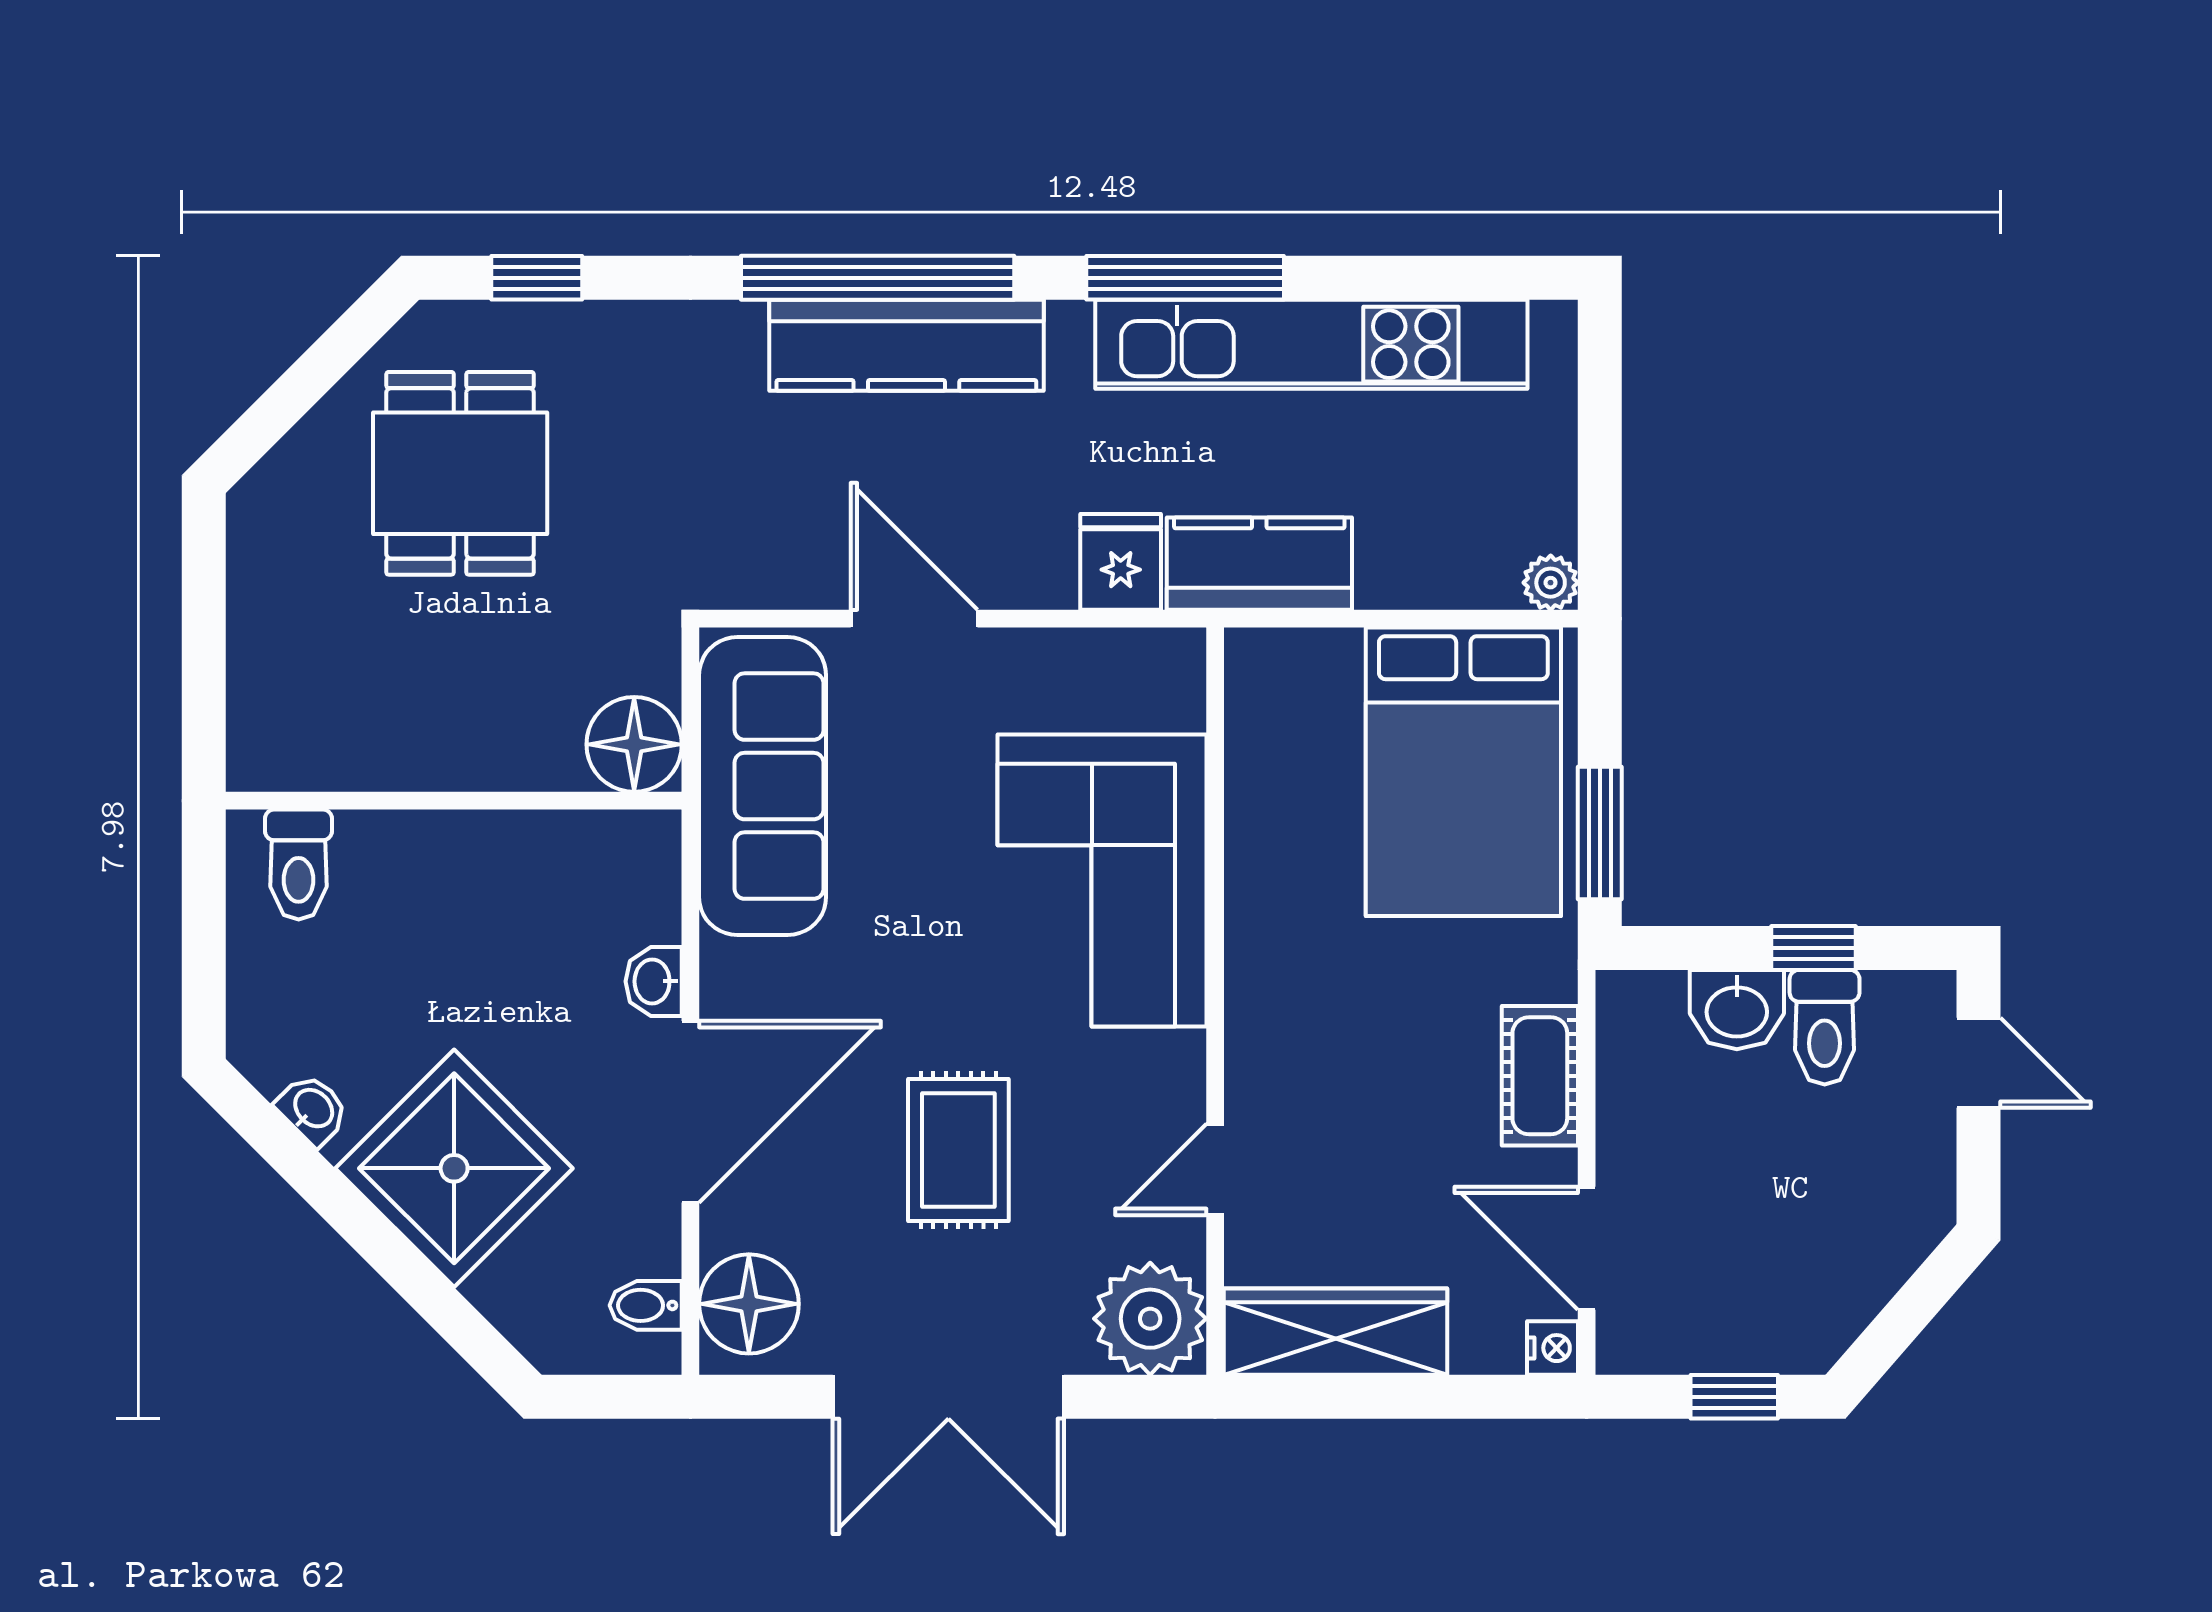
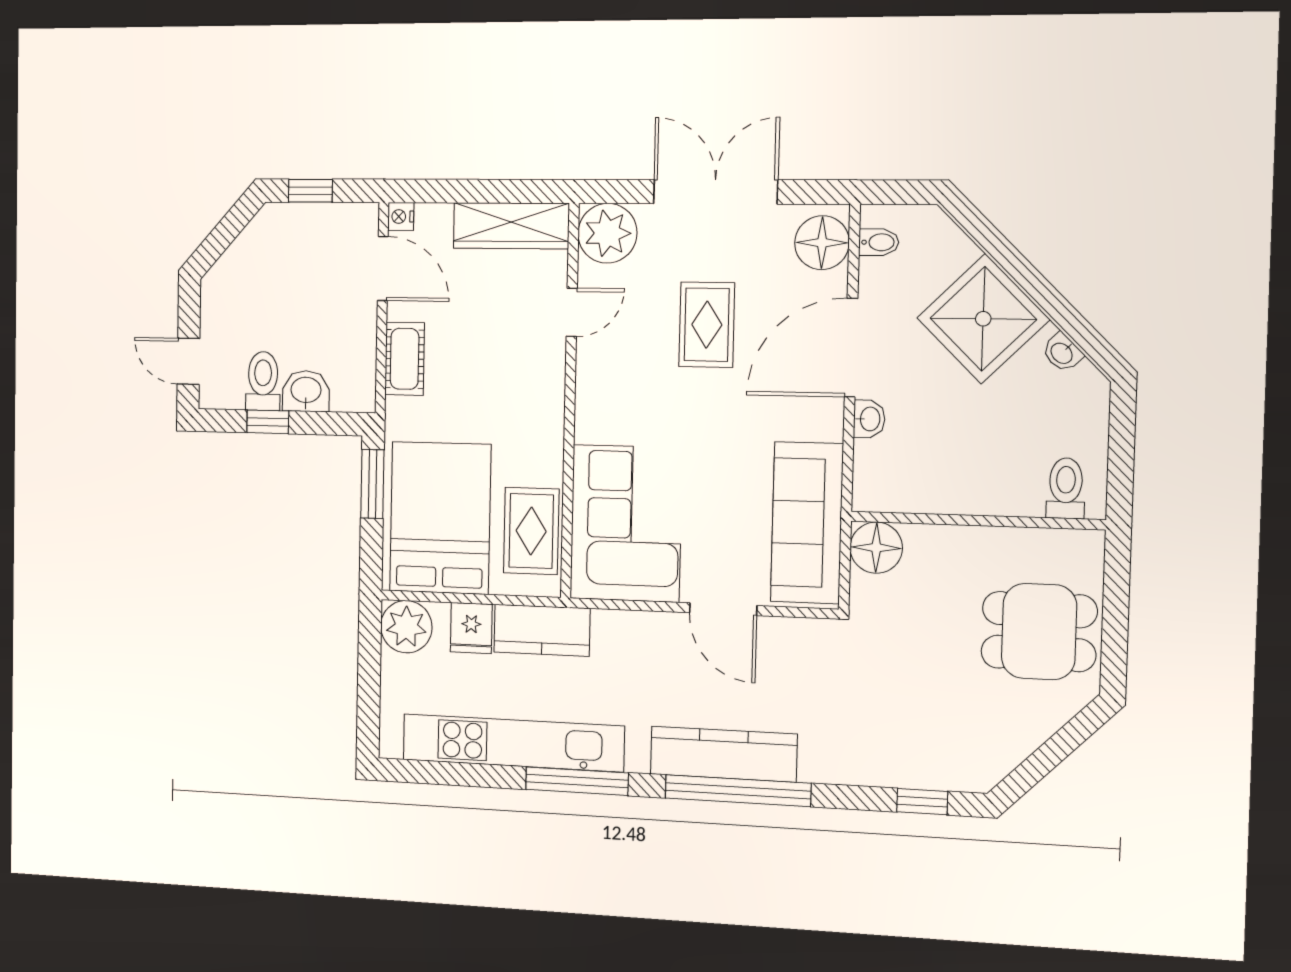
dining table: (460, 473) -> (1039, 632), moved, turned 90
fridge: (1121, 562) -> (471, 628), moved
plant: (1551, 583) -> (406, 627), width x1.87, depth x1.87
rug: (1284, 753) -> (531, 531), added
corner sofa: (1102, 881) -> (626, 523), moved

